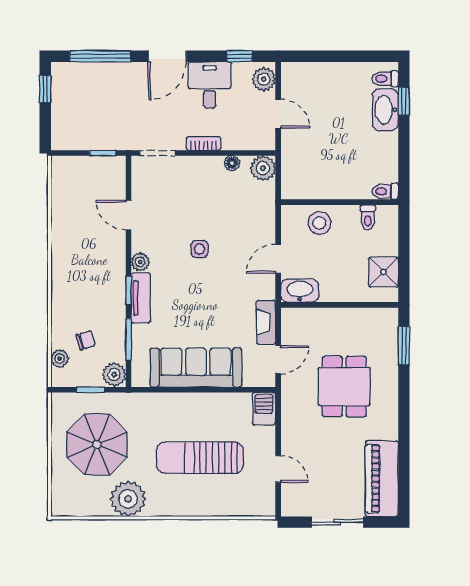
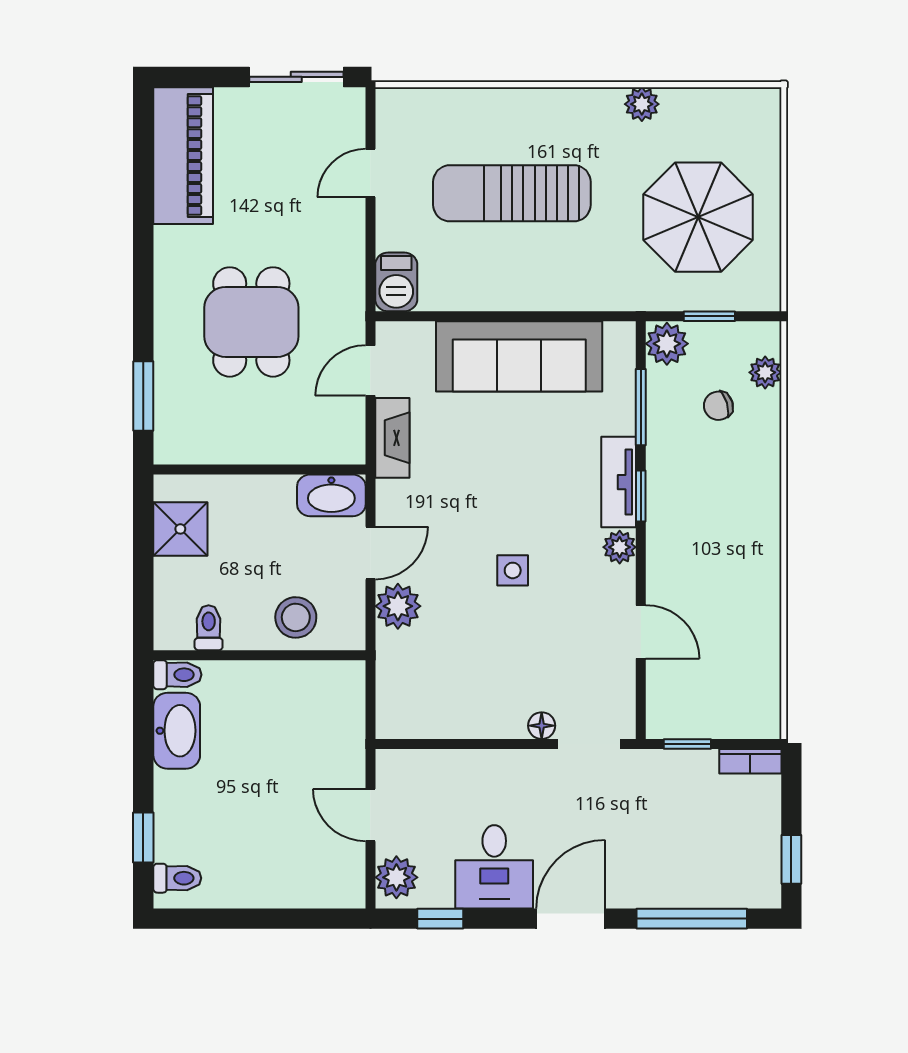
washbasin: (385, 110) -> (177, 731), moved
bookcase: (203, 143) -> (750, 761), moved
floor lamp: (232, 163) -> (542, 726), moved
plant: (263, 168) -> (398, 606), moved
sun lounger: (200, 458) -> (512, 193), turned 180
door: (278, 469) -> (370, 173), hinge flipped
plant: (128, 499) -> (642, 104), width x0.53, depth x0.53
sliding door: (337, 522) -> (296, 77), moved

